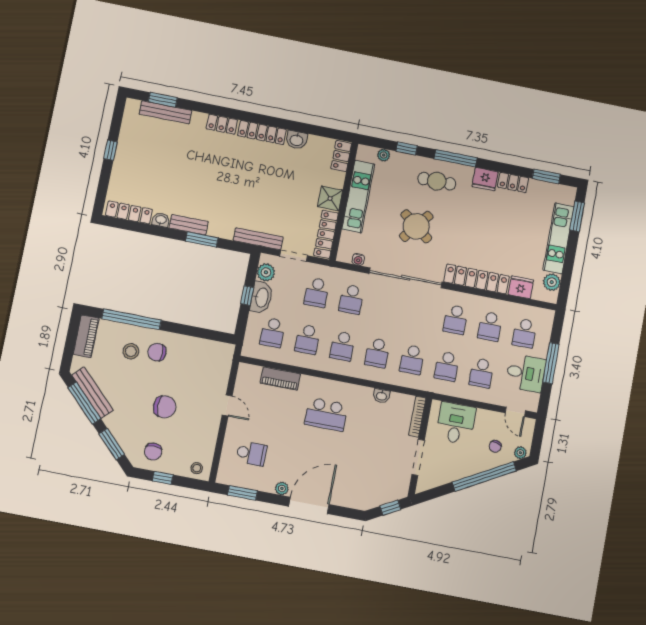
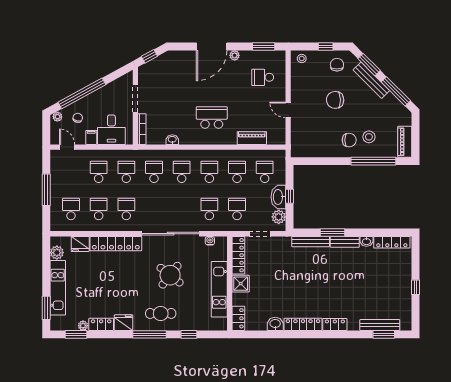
plant: (384, 155) -> (83, 326), moved
bench: (258, 239) -> (311, 242), moved
desk: (526, 373) -> (64, 178), removed
bench: (92, 393) -> (371, 80), moved
filing cabinet: (483, 418) -> (91, 137), added

